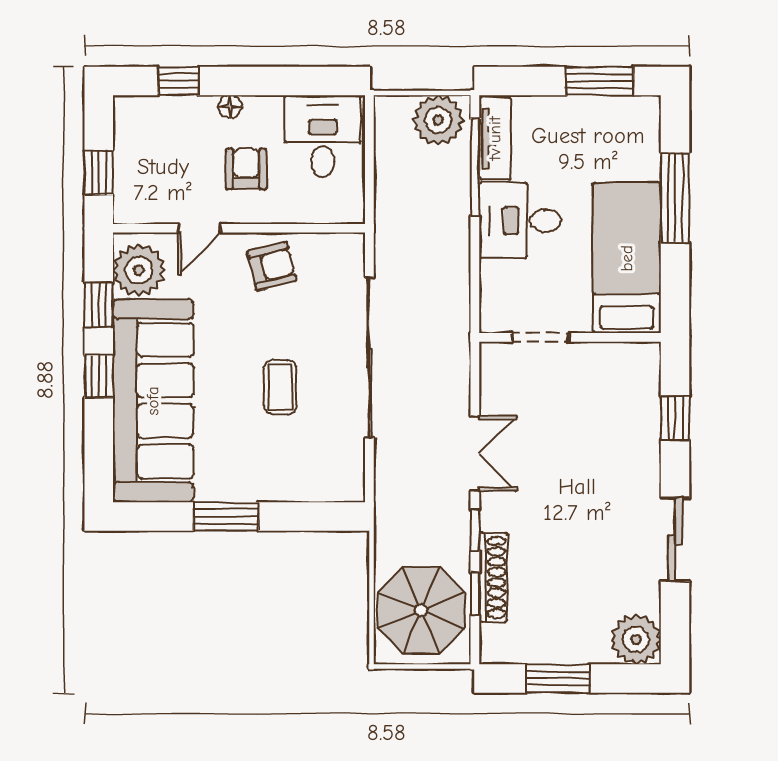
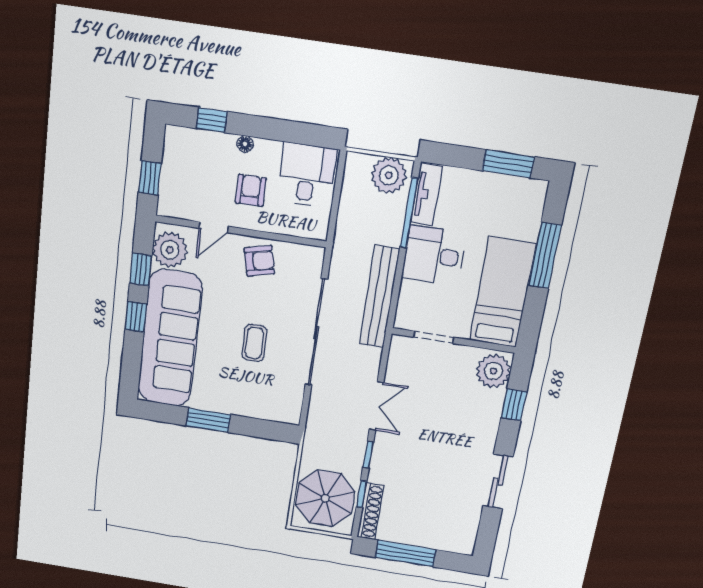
bench: (453, 291) -> (379, 297), added
shoe rack: (493, 577) -> (370, 511), moved
plant: (636, 639) -> (493, 371), moved
window: (558, 678) -> (406, 554), width x1.44

